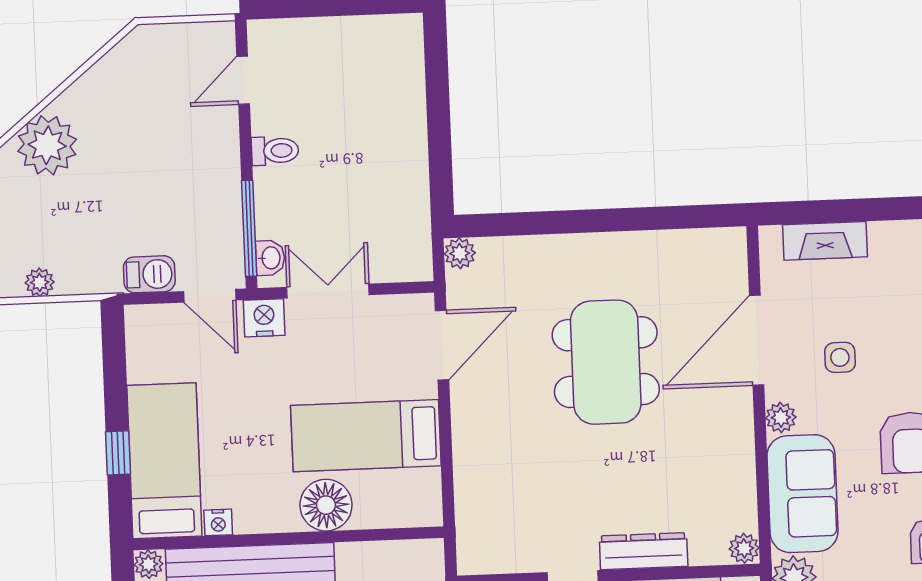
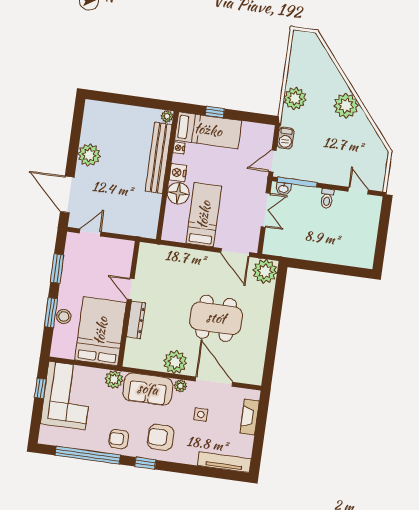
plant: (460, 253) -> (265, 271), width x1.87, depth x1.87
plant: (40, 282) -> (295, 98), width x1.87, depth x1.87
nightstand: (264, 318) -> (178, 173), moved, turned 180
plant: (744, 548) -> (175, 362), moved, width x1.87, depth x1.87

